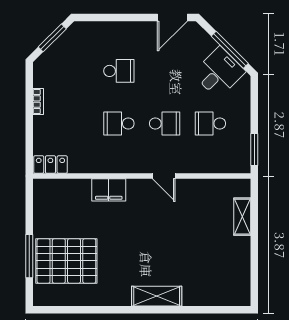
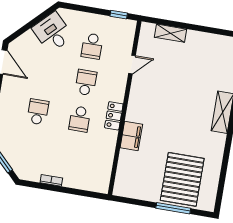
window: (230, 50) -> (36, 21), removed
window: (254, 150) -> (119, 15), width x0.67
locker: (50, 164) -> (114, 116), moved
door: (164, 176) -> (132, 65), moved

